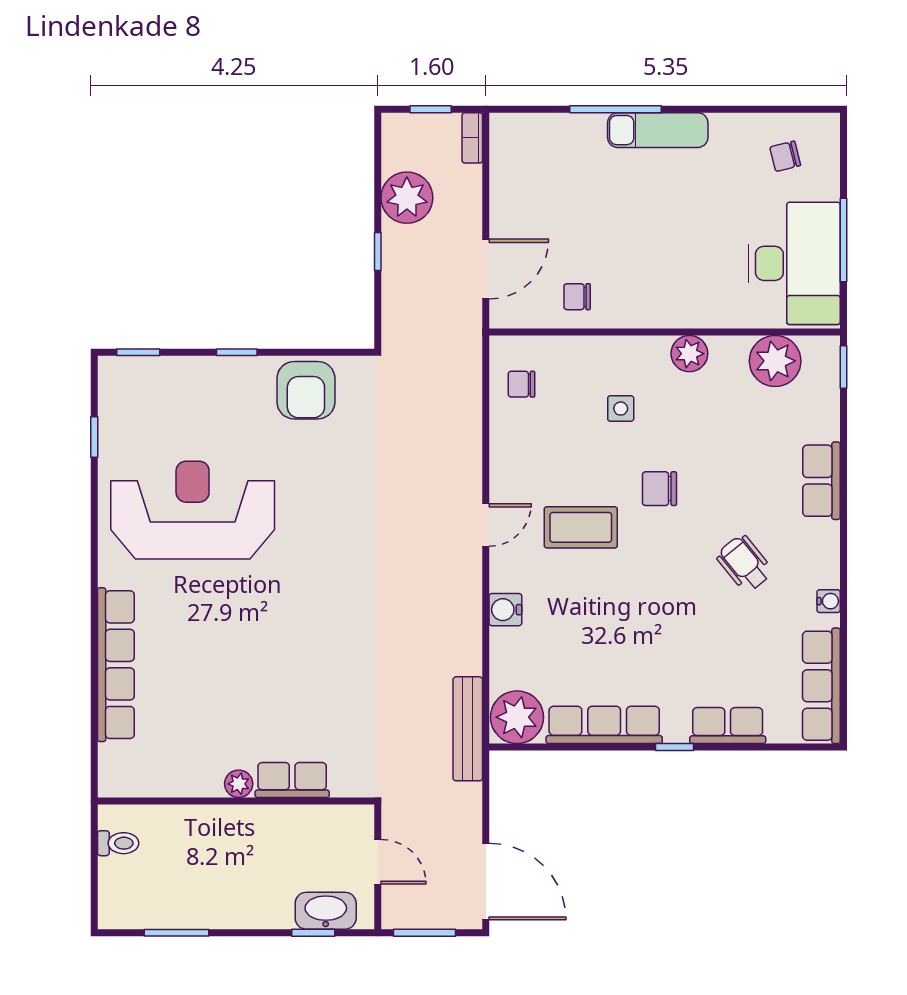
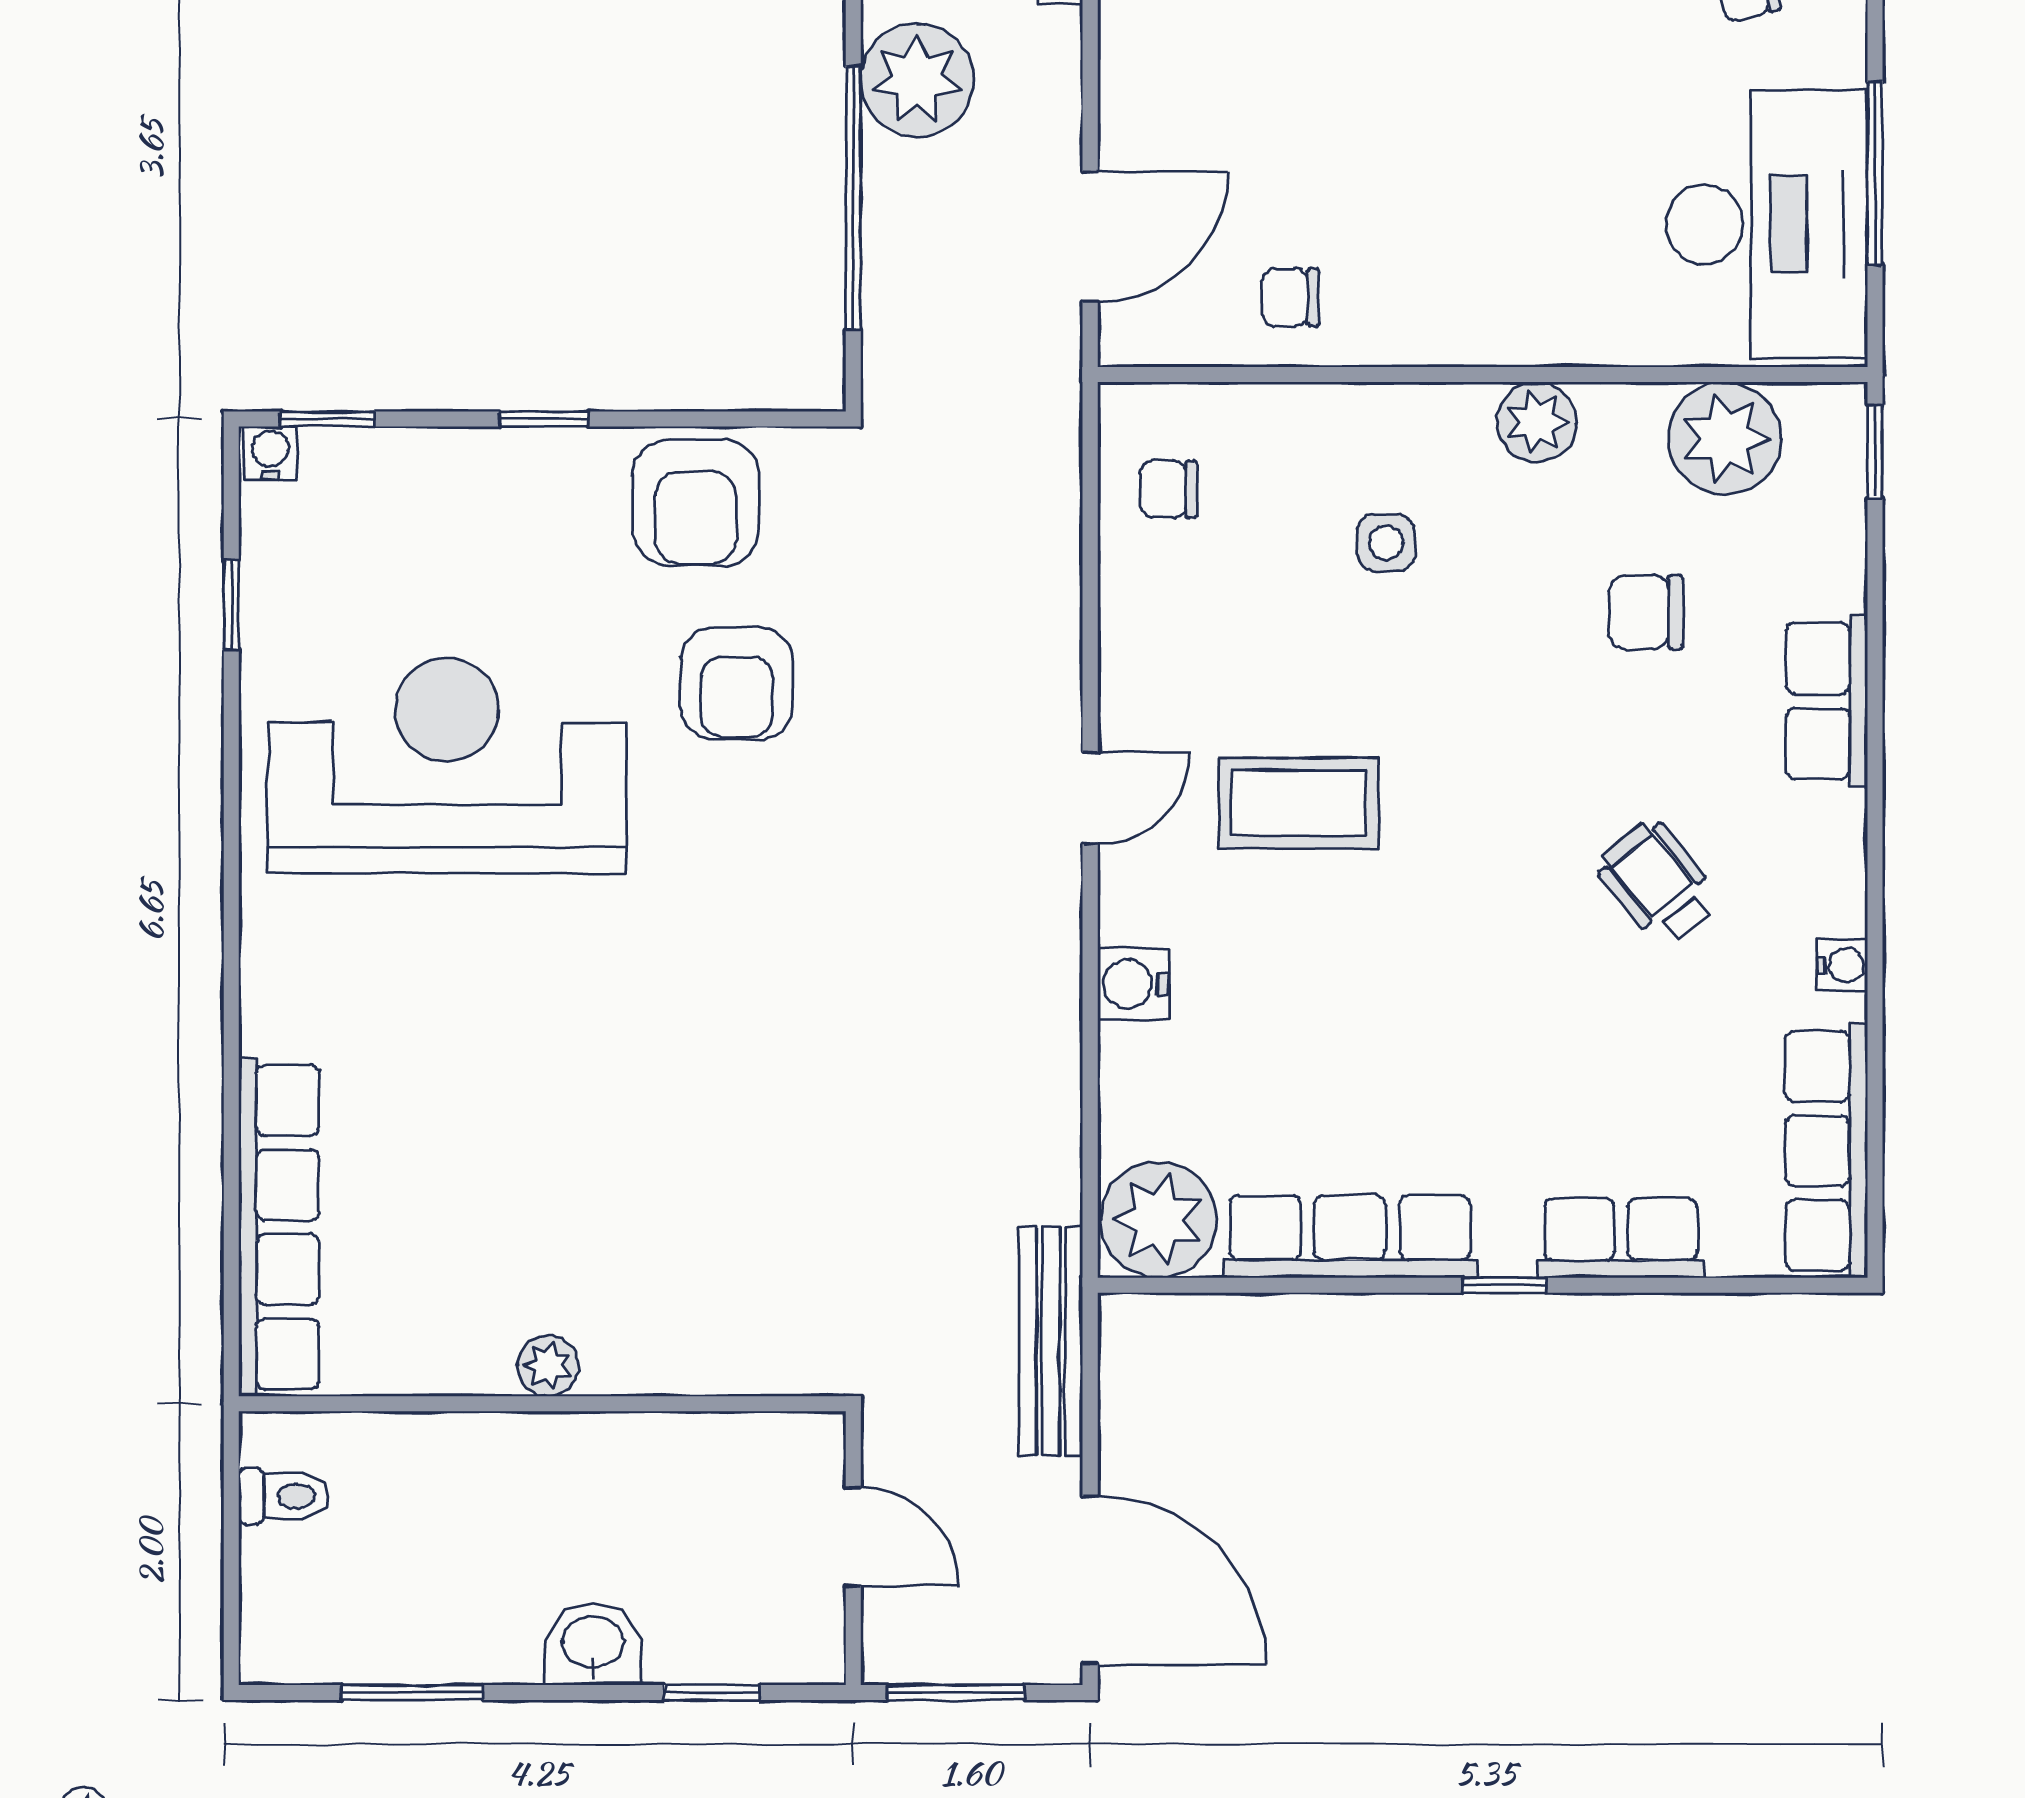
window: (378, 251) -> (853, 198), width x3.17
water cooler: (112, 368) -> (270, 453), added
armchair: (325, 473) -> (737, 683), added
chair: (660, 489) -> (1646, 612), moved
row of seats: (116, 665) -> (279, 1227), moved
bench: (468, 729) -> (1051, 1341), moved
row of seats: (292, 780) -> (665, 1358), removed
washbasin: (326, 911) -> (593, 1644), moved, width x0.72

